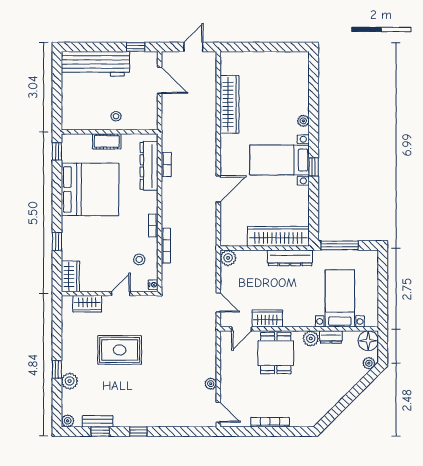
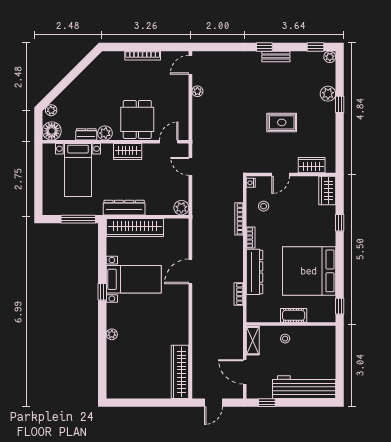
wardrobe: (229, 104) -> (180, 372), moved
shelving: (151, 114) -> (253, 341), added
bed with nightstands: (280, 160) -> (134, 279), moved
dresser: (149, 166) -> (254, 272), moved
wardrobe: (267, 318) -> (128, 152), moved
rug: (120, 350) -> (282, 122), width x0.73, depth x0.70
door: (218, 412) -> (190, 65), hinge flipped
bench: (98, 421) -> (276, 56), moved
window: (100, 432) -> (316, 47), moved

